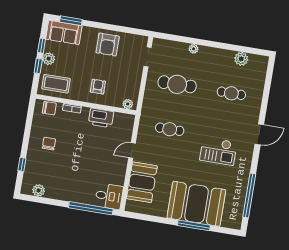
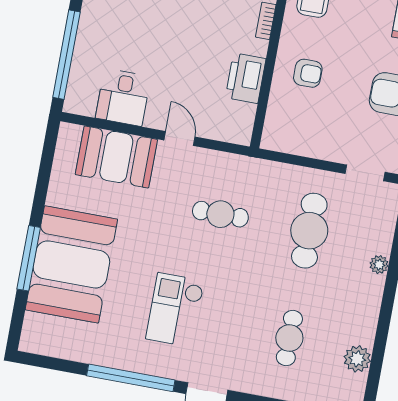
plant: (128, 104) -> (272, 132), removed
cafe table: (170, 129) -> (220, 214), turned 90
window: (249, 195) -> (131, 378), moved
desk: (109, 196) -> (123, 97), moved

